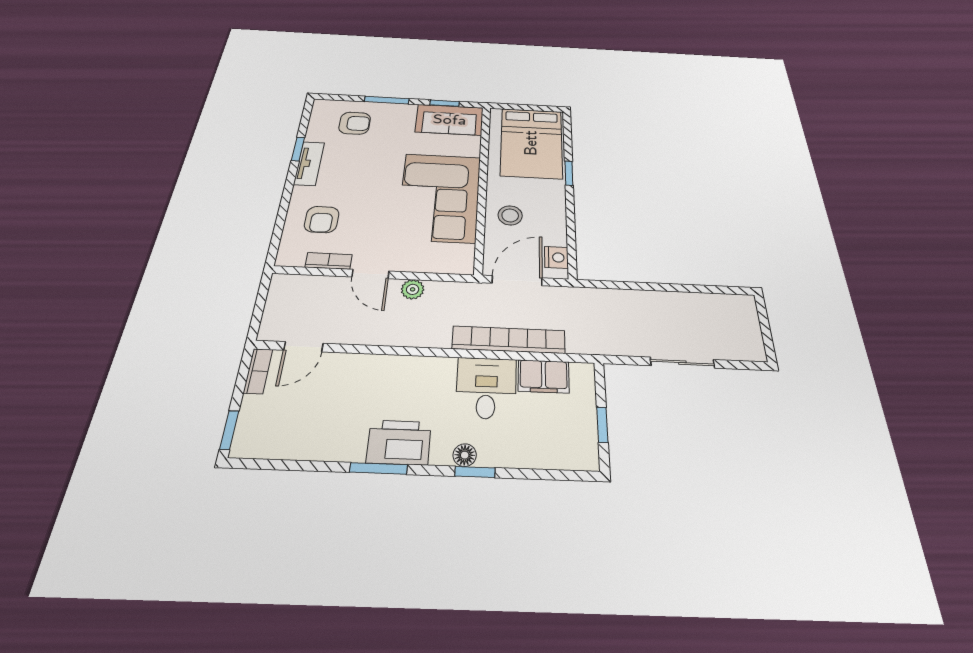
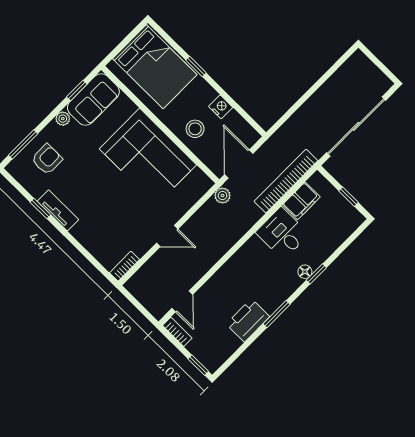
window: (387, 100) -> (23, 144), moved
plant: (407, 110) -> (63, 119), added
armchair: (322, 219) -> (107, 234), removed
nightstand: (556, 257) -> (221, 107), moved
bookcase: (329, 261) -> (124, 266), moved
plant: (413, 289) -> (222, 196), moved
bookcase: (509, 340) -> (286, 181), moved
sliding door: (682, 363) -> (356, 126), width x1.86
printer: (399, 442) -> (248, 320), moved

